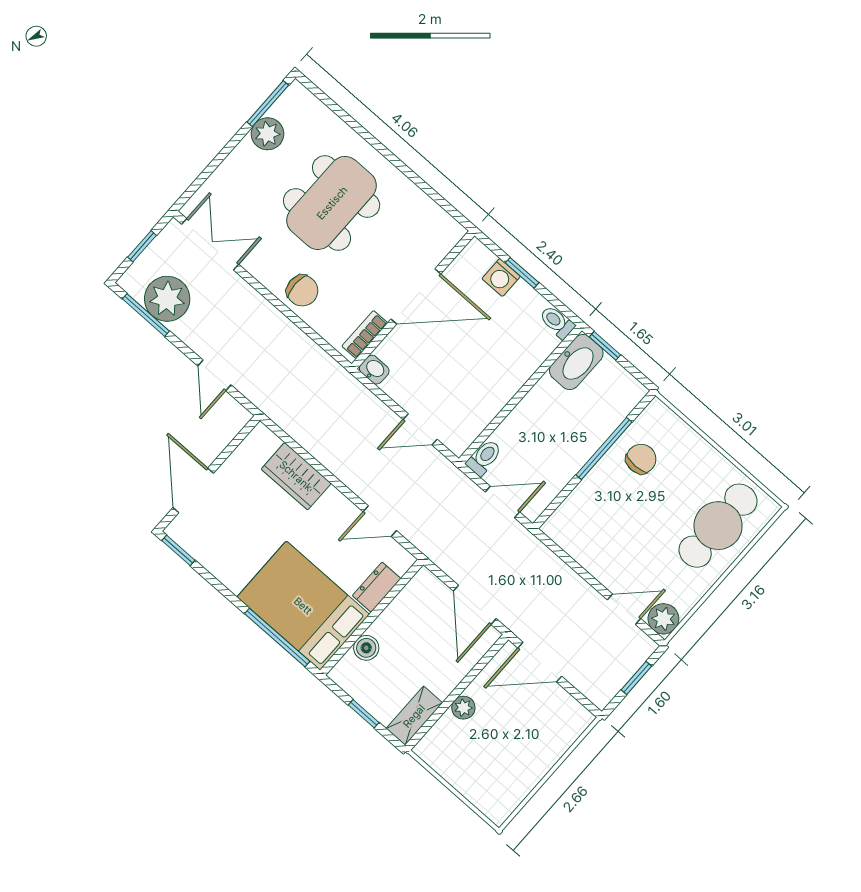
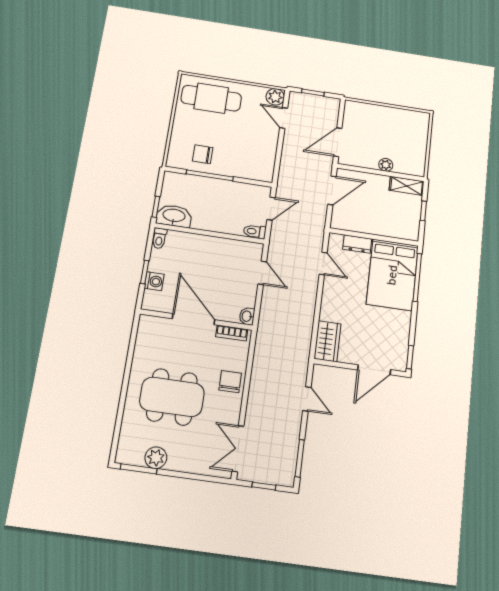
plant: (167, 299) -> (283, 452), removed
door: (214, 375) -> (307, 399), hinge flipped
wardrobe: (296, 476) -> (327, 341), moved
door: (502, 502) -> (271, 209), swing flipped
boiler: (366, 648) -> (391, 230), removed
door: (540, 662) -> (338, 142), swing flipped

